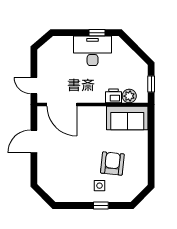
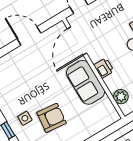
printer: (113, 96) -> (104, 68), moved
sofa: (127, 118) -> (86, 82), moved

